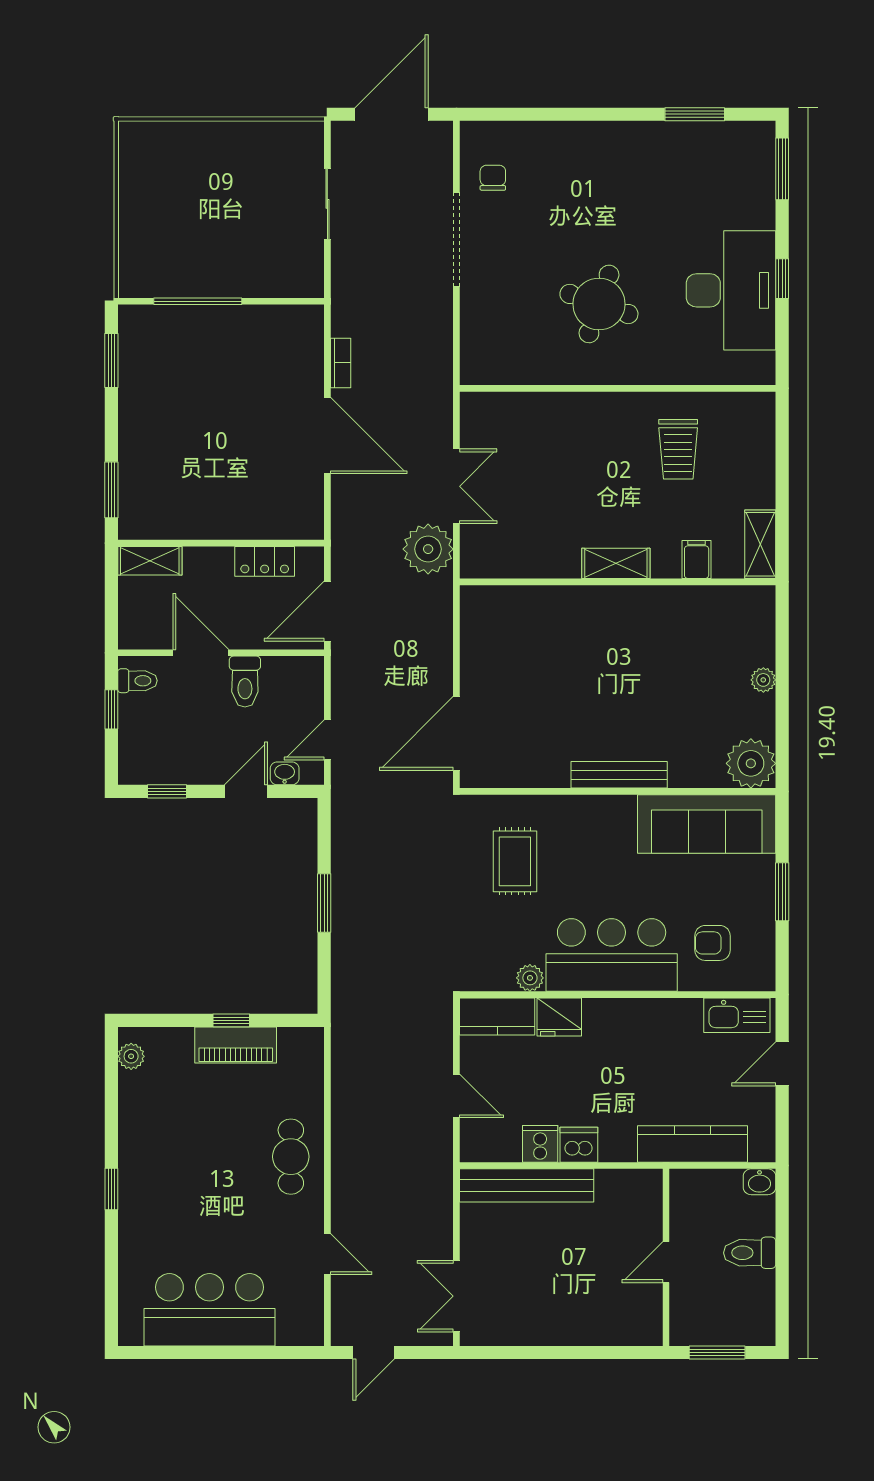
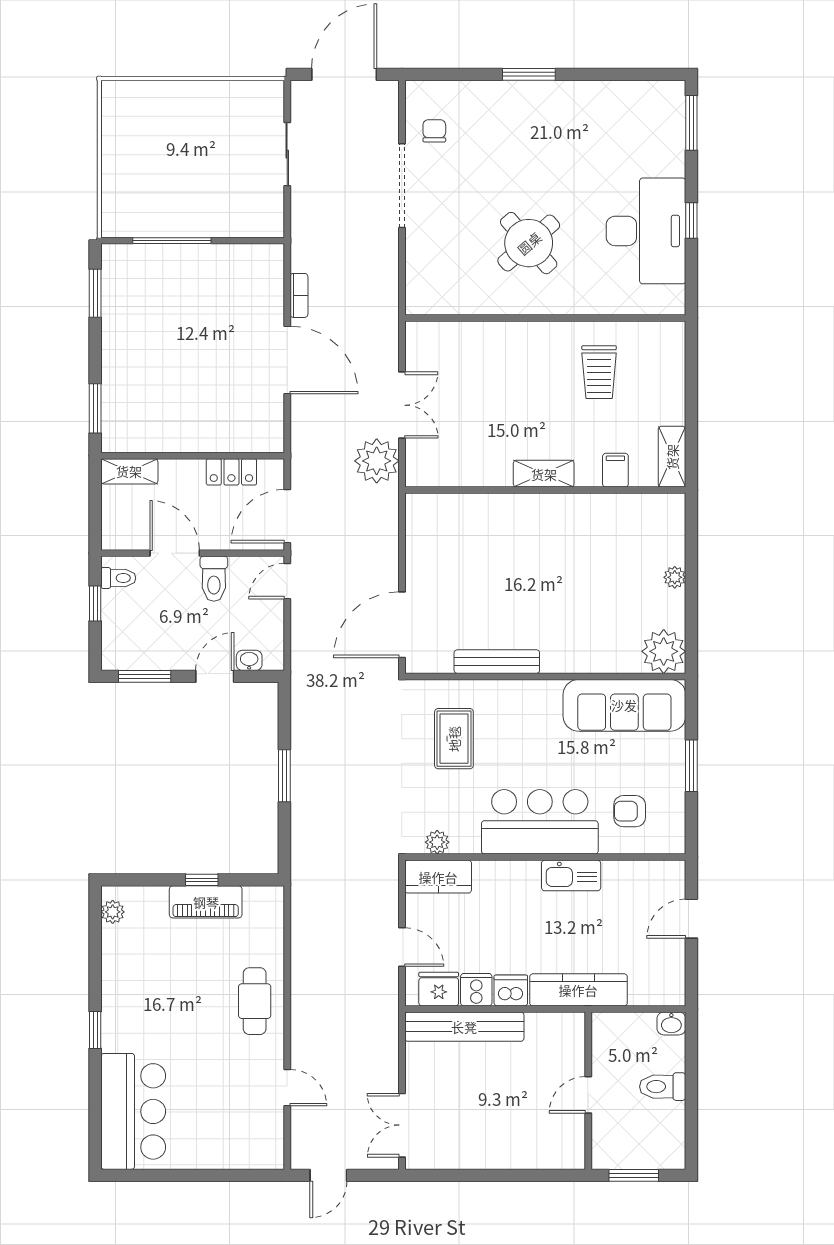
window: (695, 114) -> (529, 74), moved
round table: (599, 304) -> (529, 243), turned 30
door: (327, 740) -> (287, 581), moved
bench: (619, 775) -> (497, 662), moved
window: (167, 791) -> (145, 676), width x1.50
plant: (530, 978) -> (437, 842), moved
kitchen sink: (737, 1015) -> (571, 875), moved
fridge: (559, 1017) -> (439, 989), moved, turned 180
kitchen counter: (692, 1144) -> (578, 990), moved
bar counter: (209, 1310) -> (133, 1111), moved, turned 90

